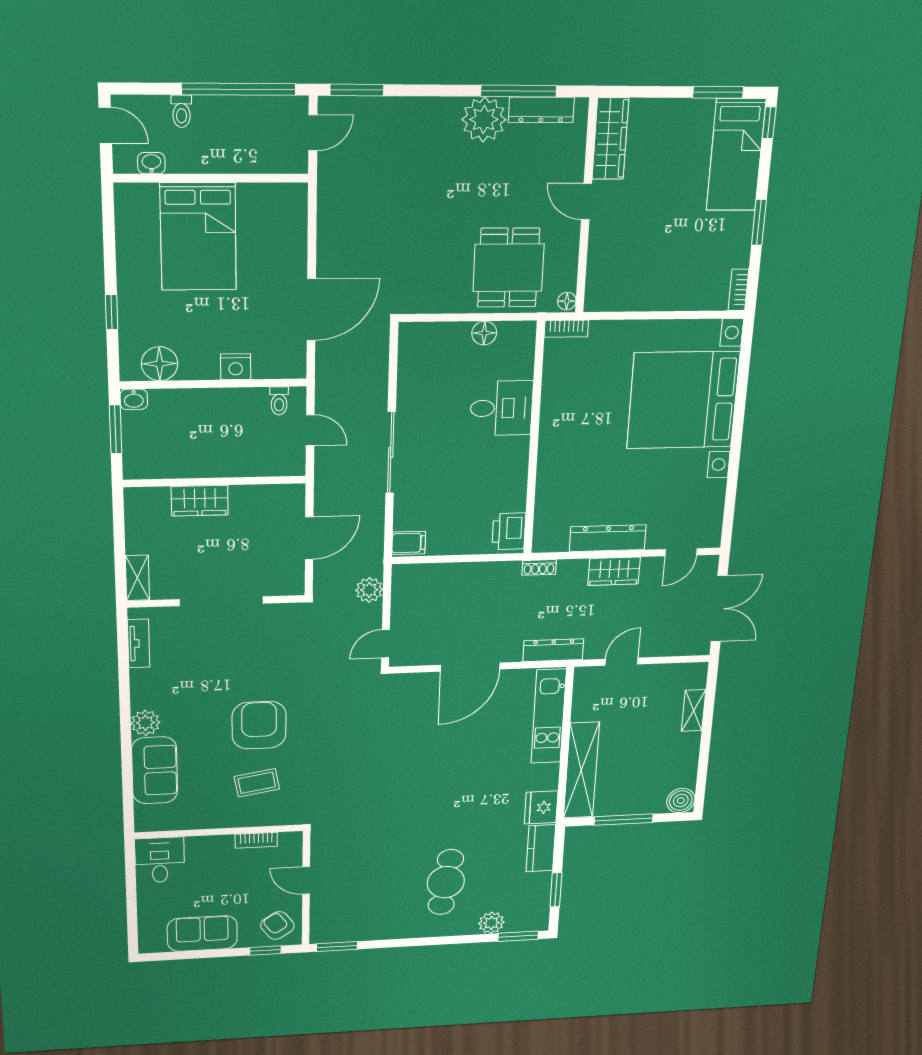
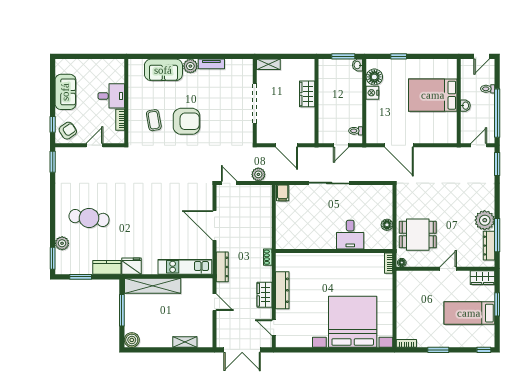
window: (718, 92) -> (497, 304), moved
door: (313, 133) -> (479, 145), swing flipped
wardrobe: (610, 139) -> (483, 278), width x0.67
bed: (736, 155) -> (469, 313), moved
washbasin: (151, 163) -> (465, 106), moved
nightstand: (236, 367) -> (372, 93), moved
printer: (509, 531) -> (287, 241), removed
tv unit: (139, 643) -> (211, 64), moved
desk: (160, 860) -> (111, 96), moved

